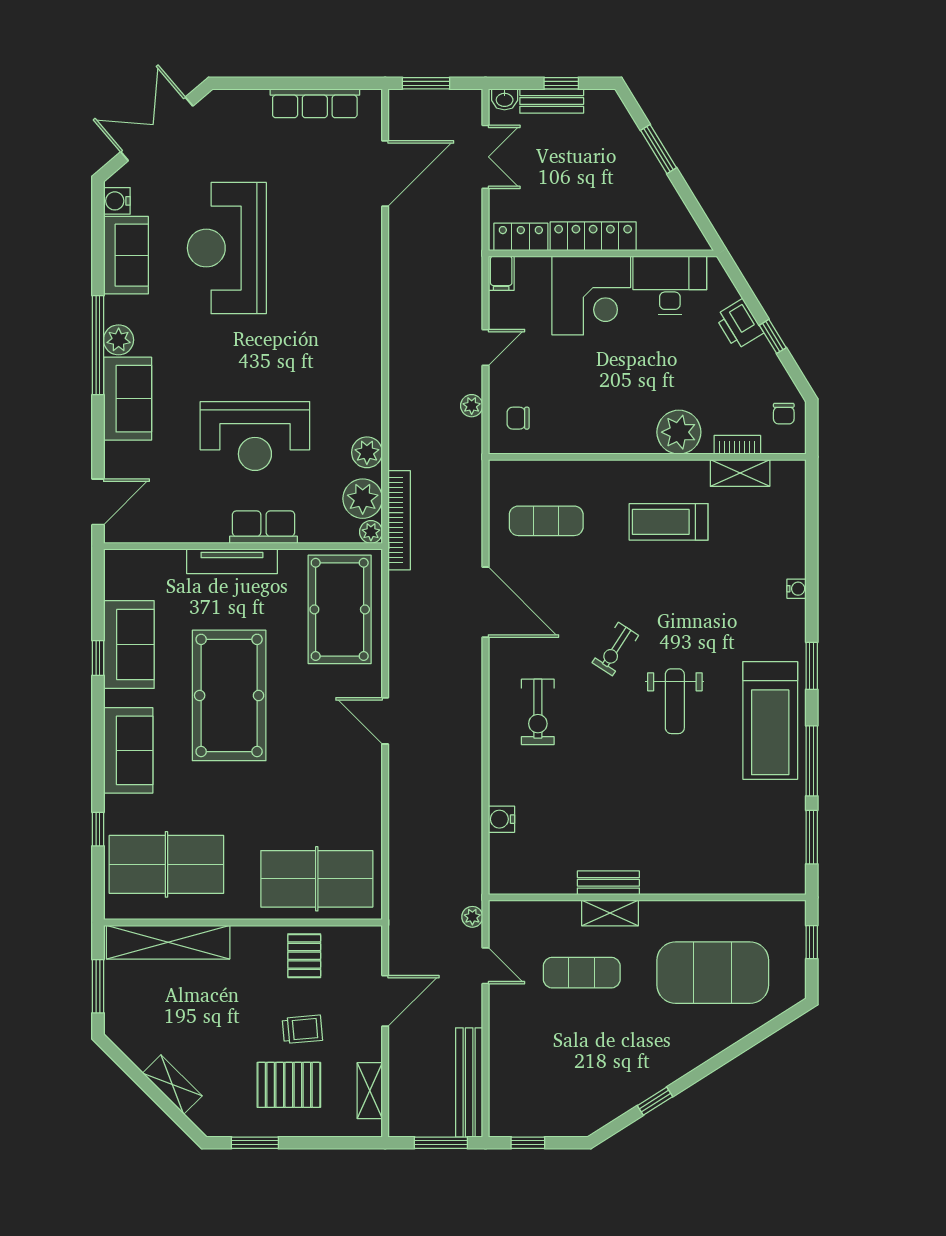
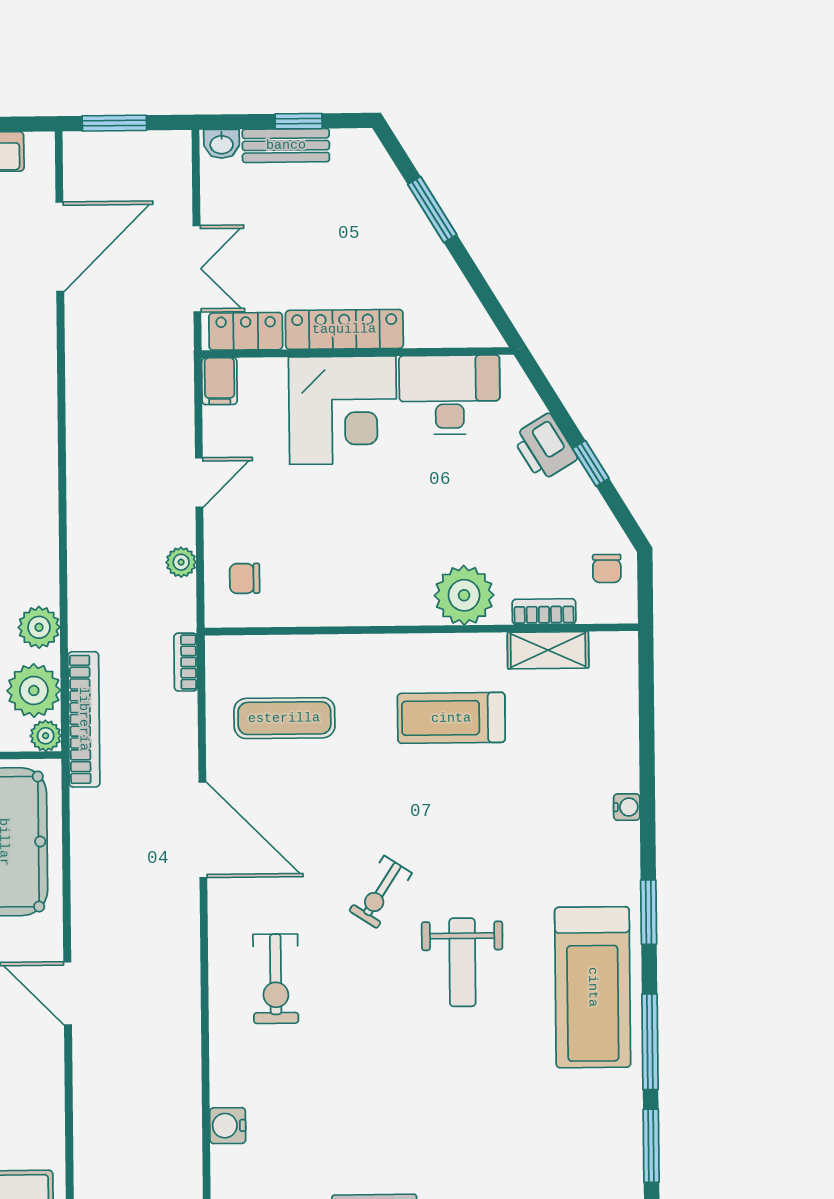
double door: (486, 157) -> (197, 269), moved
bookcase: (474, 479) -> (186, 662), added

